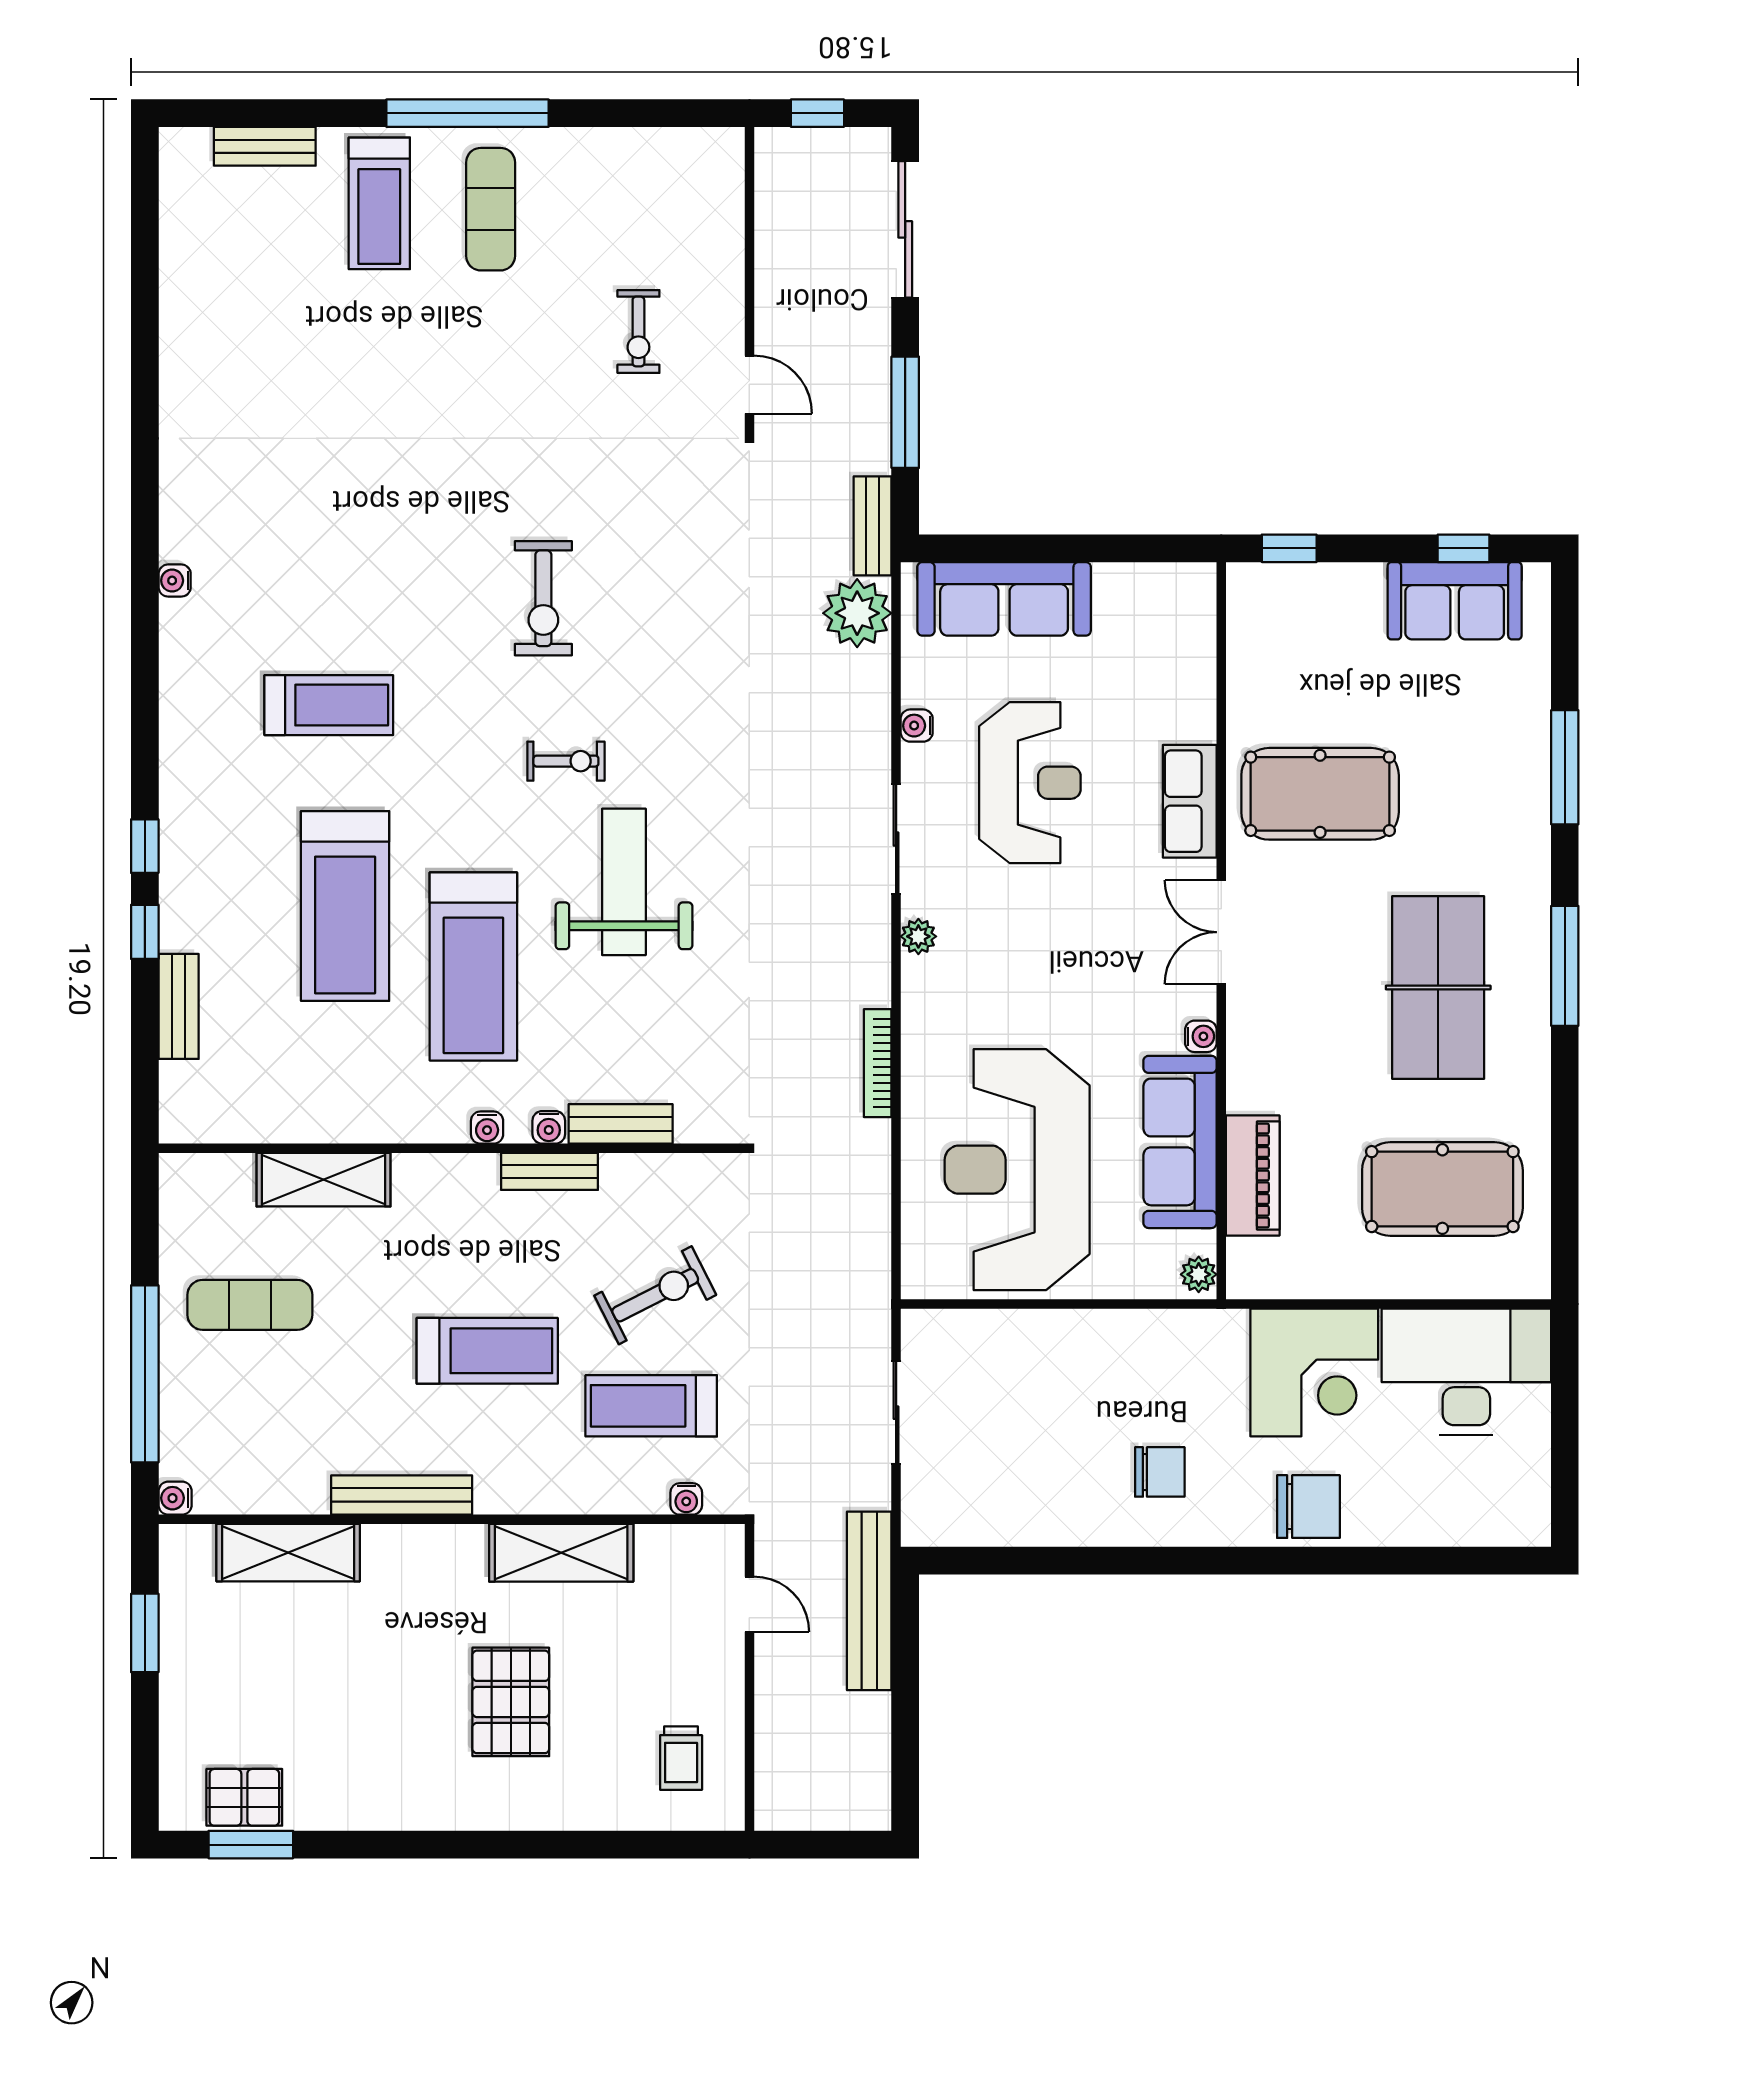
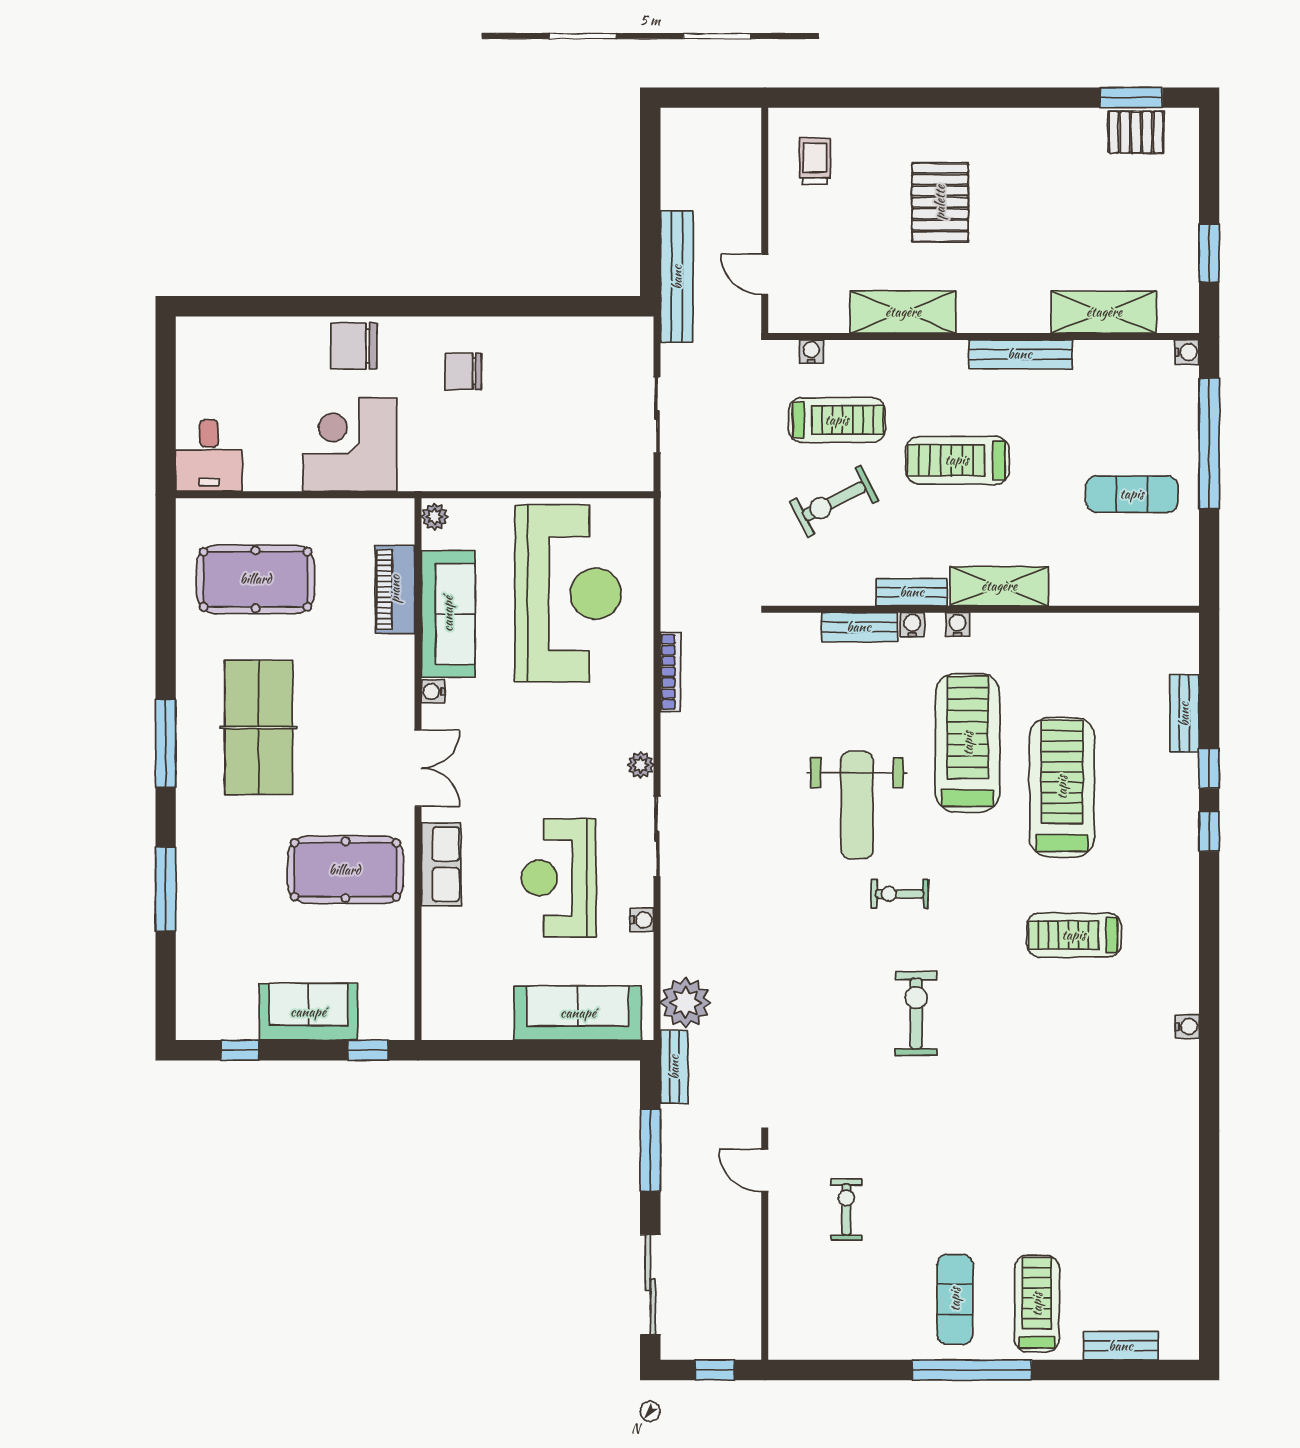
sofa: (1455, 601) -> (308, 1012), moved
shelving: (324, 1180) -> (999, 586), moved
desk: (1466, 1372) -> (209, 456), width x0.53, depth x0.77

